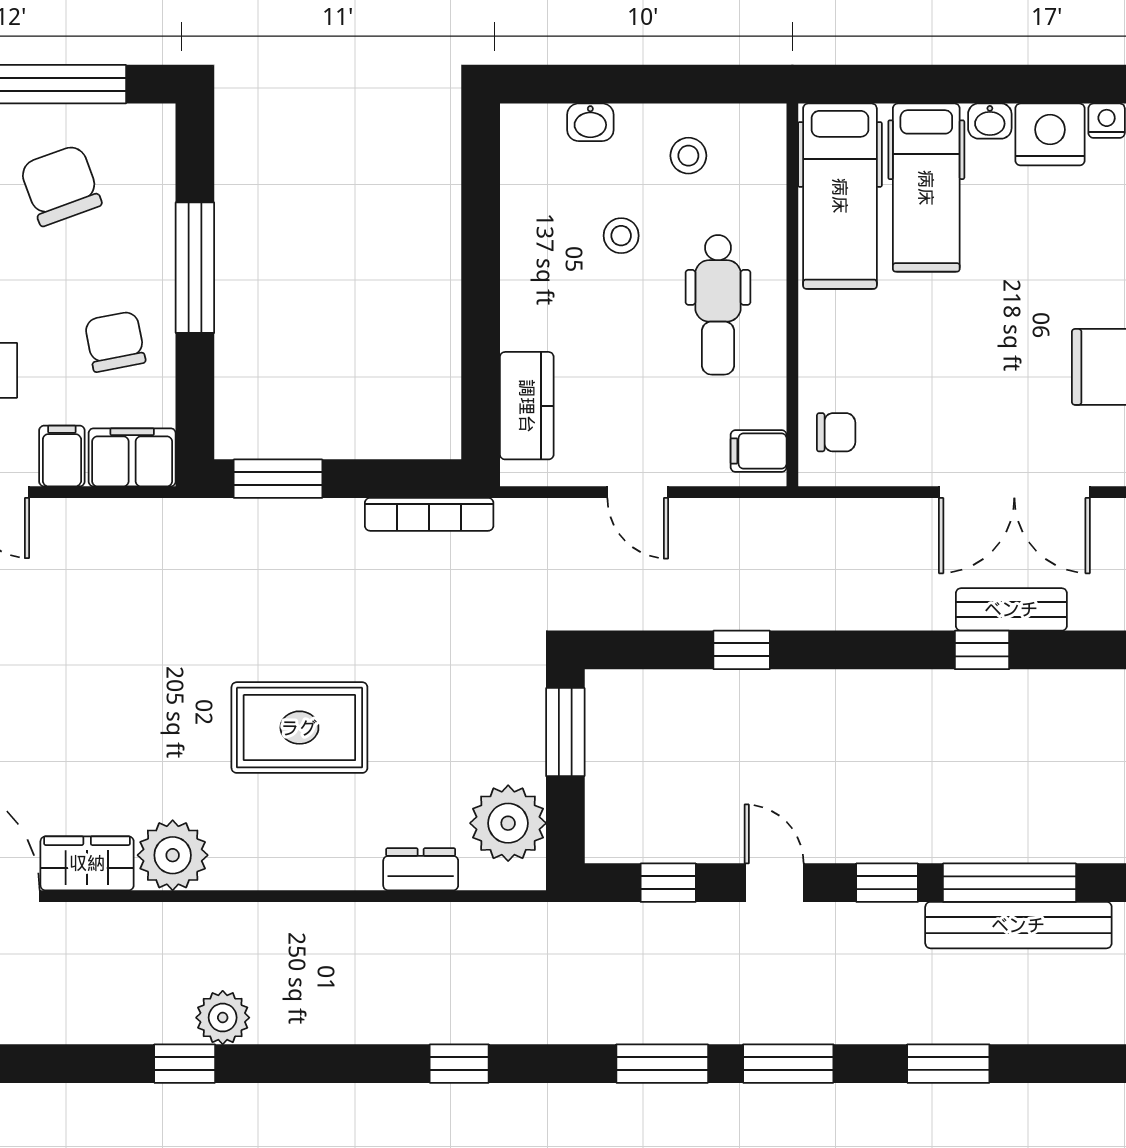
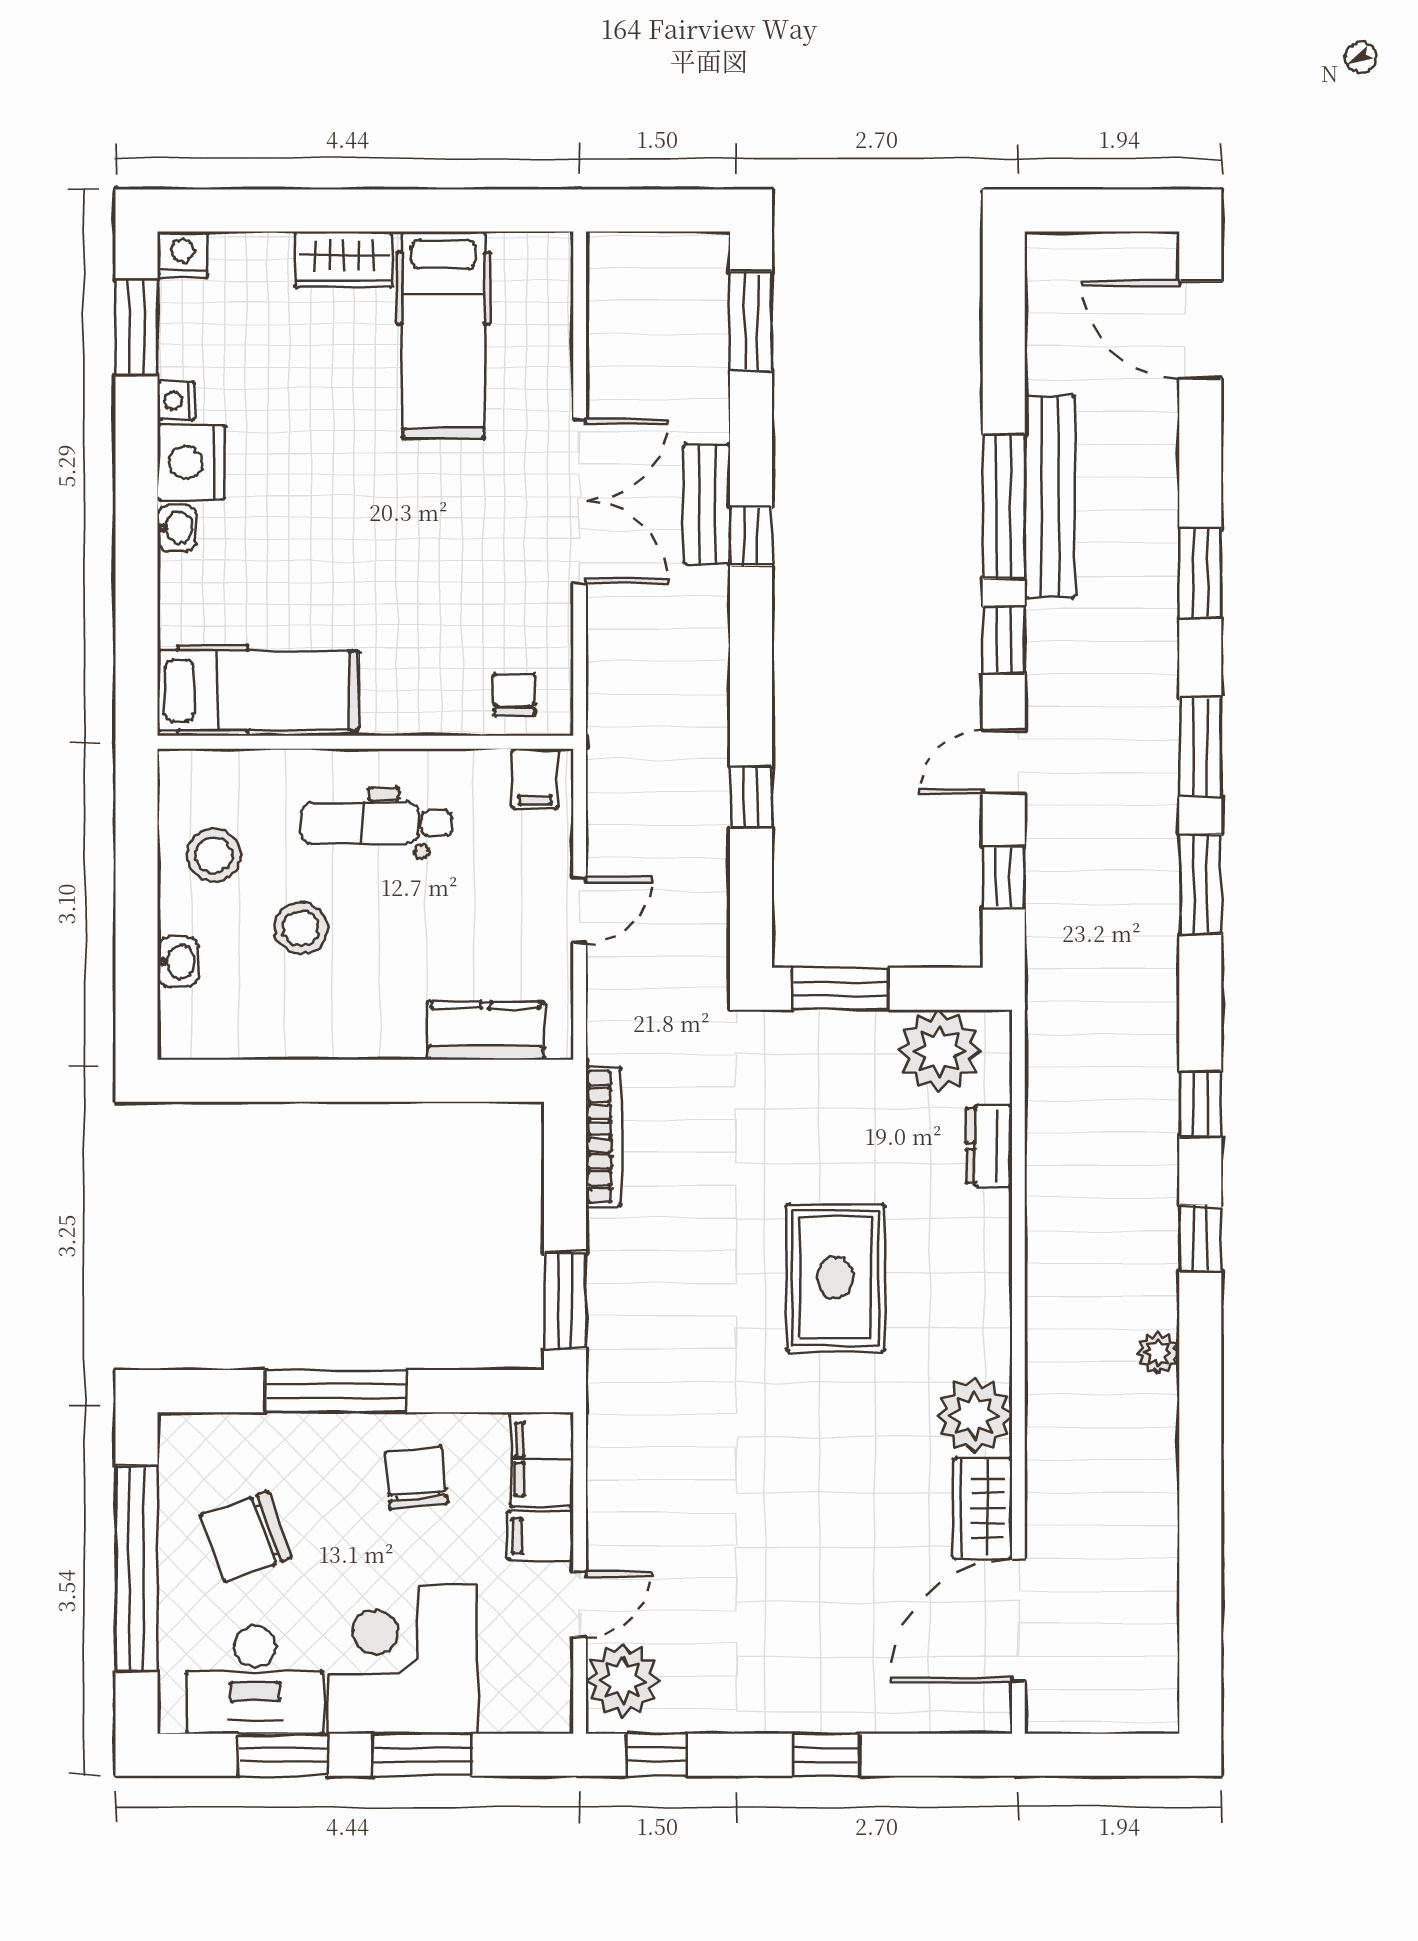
stool: (688, 156) -> (214, 855), width x1.37, depth x1.37
hospital bed: (926, 188) -> (249, 597), removed
stool: (621, 236) -> (301, 928), width x1.37, depth x1.37
dental chair: (718, 305) -> (376, 823), turned 180
chair: (115, 341) -> (416, 1478), turned 95
plant: (223, 1018) -> (1158, 1353), width x0.73, depth x0.73
window: (185, 1064) -> (1200, 1238), moved

